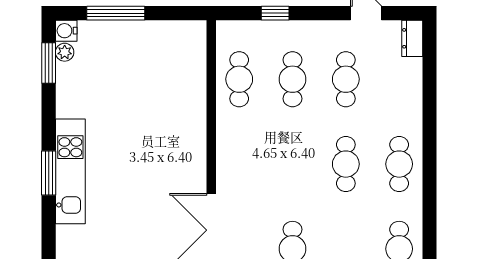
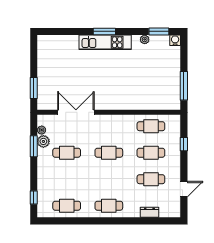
window: (116, 13) -> (184, 86), moved
dresser: (412, 38) -> (149, 212), moved
plant: (65, 52) -> (145, 39), moved
cafe table: (346, 164) -> (109, 153), moved

